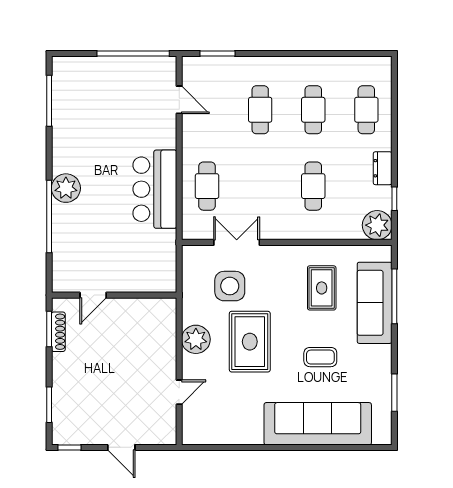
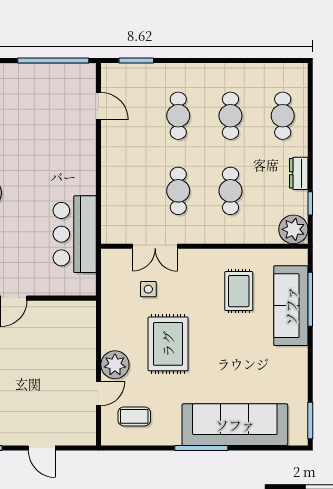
cafe table: (207, 186) -> (178, 191), moved
bar counter: (155, 189) -> (75, 234), moved
double door: (237, 242) -> (155, 246), swing flipped
side table: (230, 286) -> (148, 289), width x0.54, depth x0.54
plant: (196, 339) -> (115, 365), moved
coffee table: (320, 357) -> (134, 416), moved
window: (394, 393) -> (310, 421), moved
window: (283, 447) -> (201, 448), added

